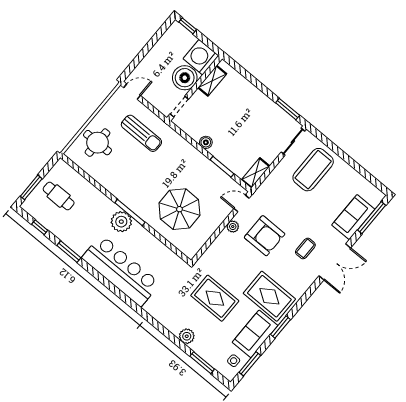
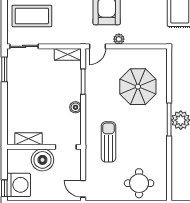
washing machine: (201, 57) -> (19, 185), moved, turned -90
sun lounger: (141, 133) -> (108, 142), moved
door: (241, 203) -> (98, 46), hinge flipped

